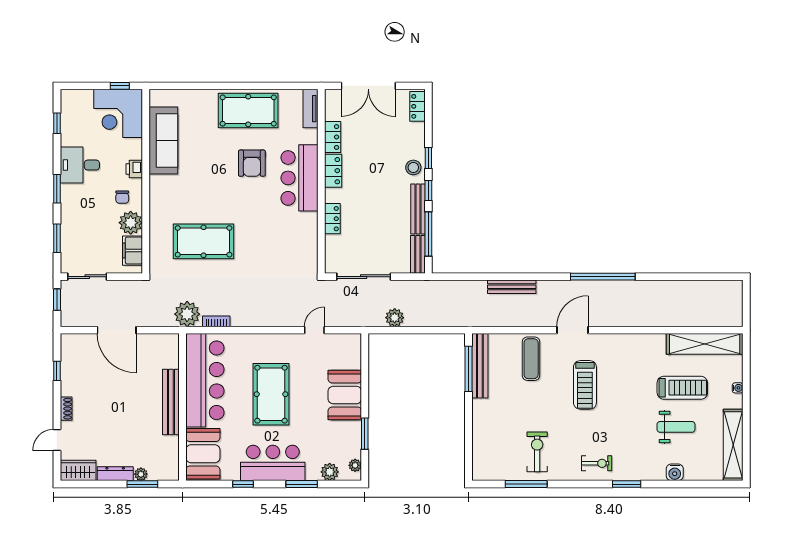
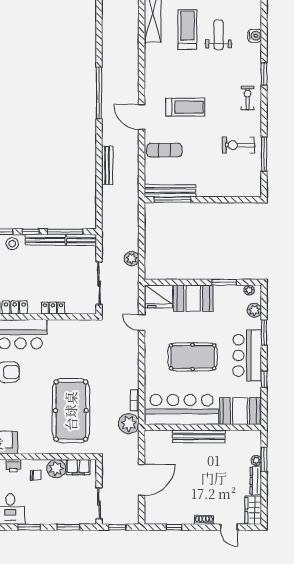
pool table: (204, 241) -> (71, 411), width x1.36, depth x1.32
fridge: (347, 352) -> (159, 296), added

